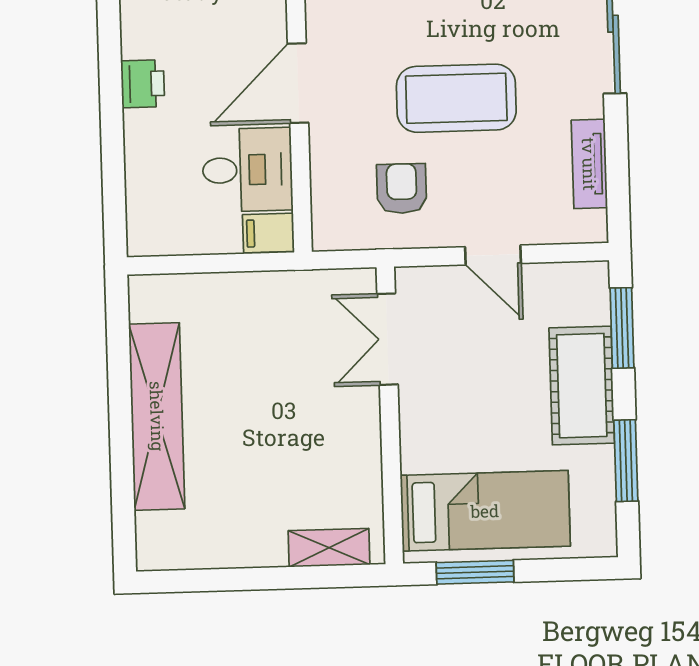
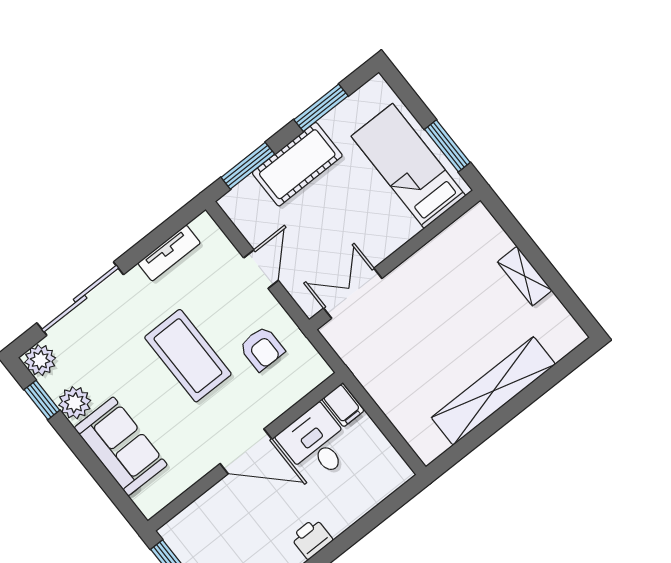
armchair: (402, 188) -> (262, 349), turned -90
double door: (387, 339) -> (353, 293), swing flipped
shelving: (329, 548) -> (525, 276), moved

